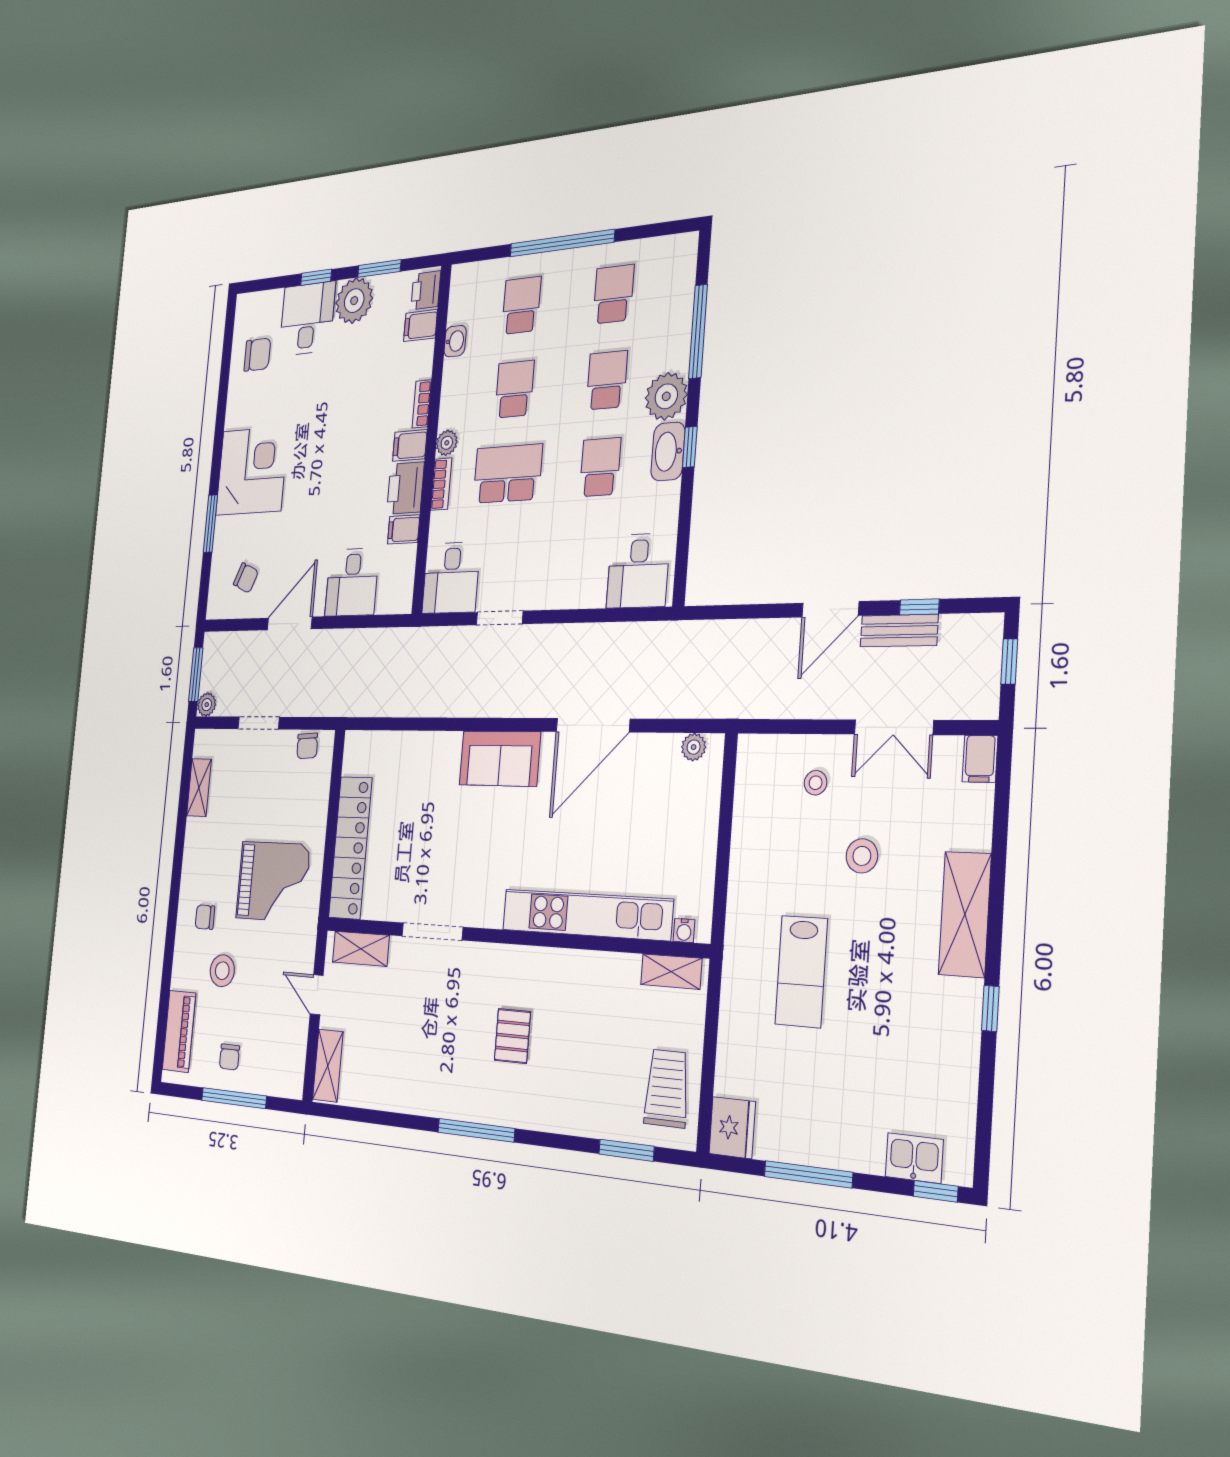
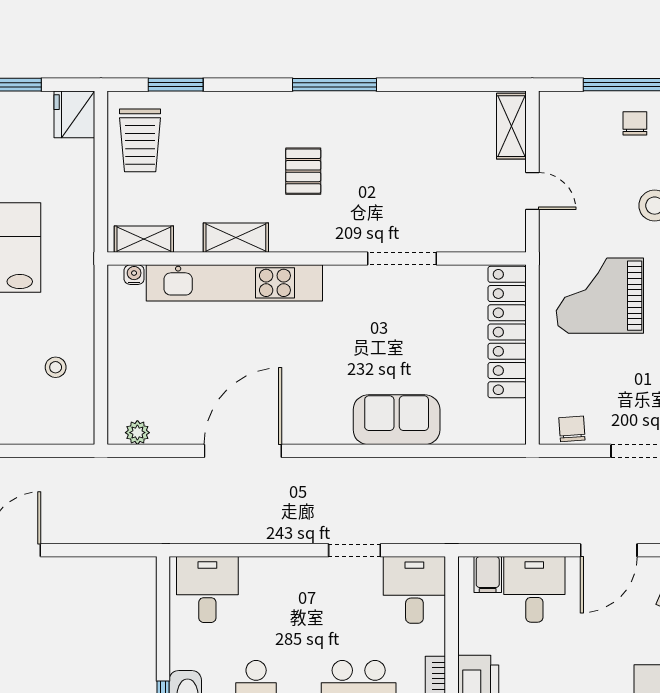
filing cabinet: (404, 529) -> (488, 575), moved, turned 90
sofa: (500, 759) -> (397, 420), moved
stool: (816, 783) -> (56, 367), moved
shelving: (361, 949) -> (236, 238), moved

